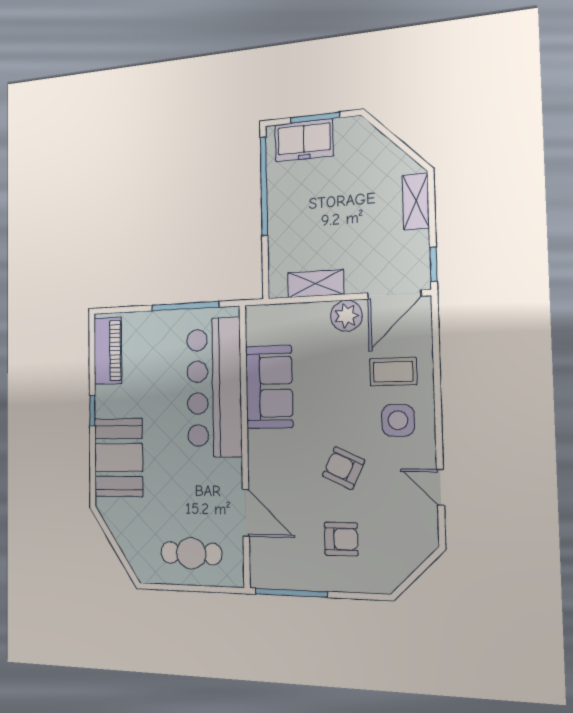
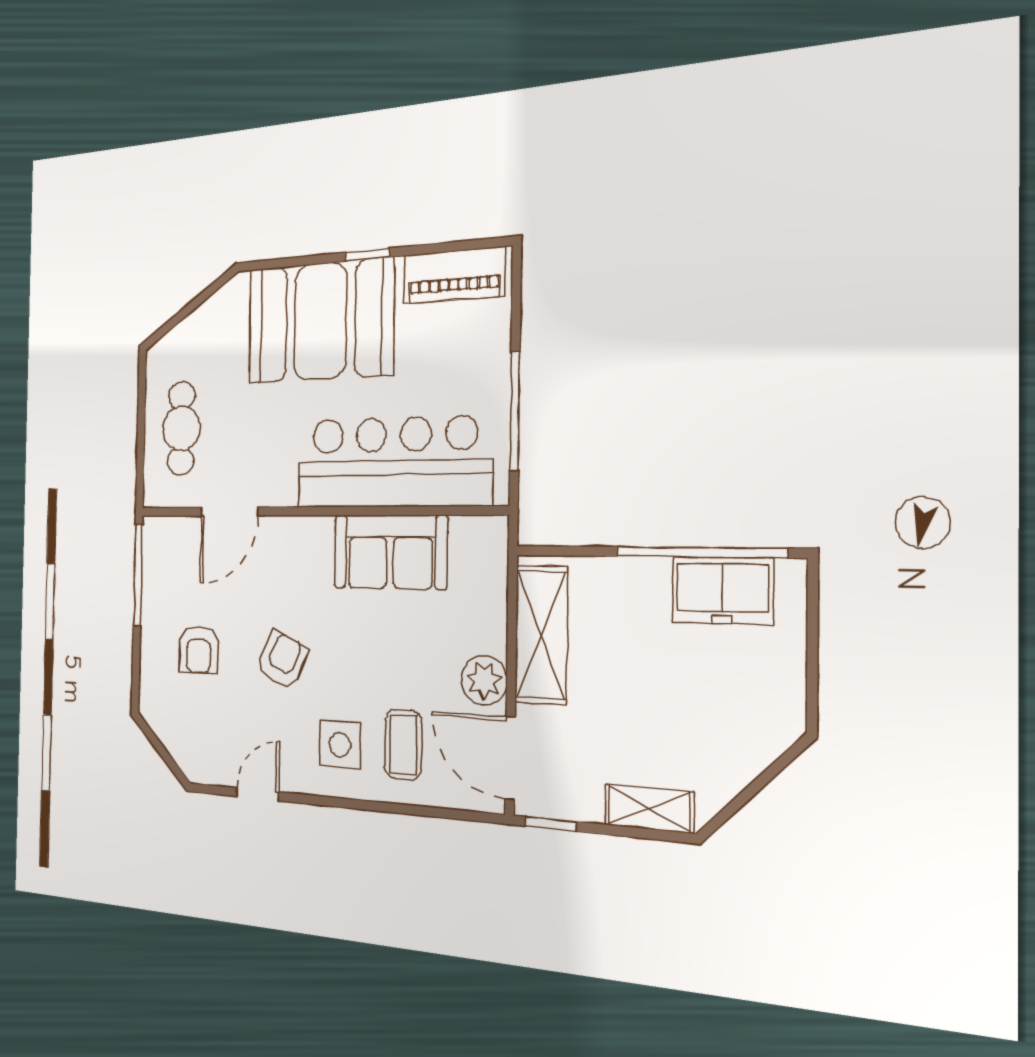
window: (315, 118) -> (812, 650), removed
freezer: (304, 140) -> (723, 590), moved, turned -90
shelving: (316, 283) -> (541, 635), width x1.50, depth x1.33
booth: (119, 457) -> (320, 321), width x1.36, depth x1.42

